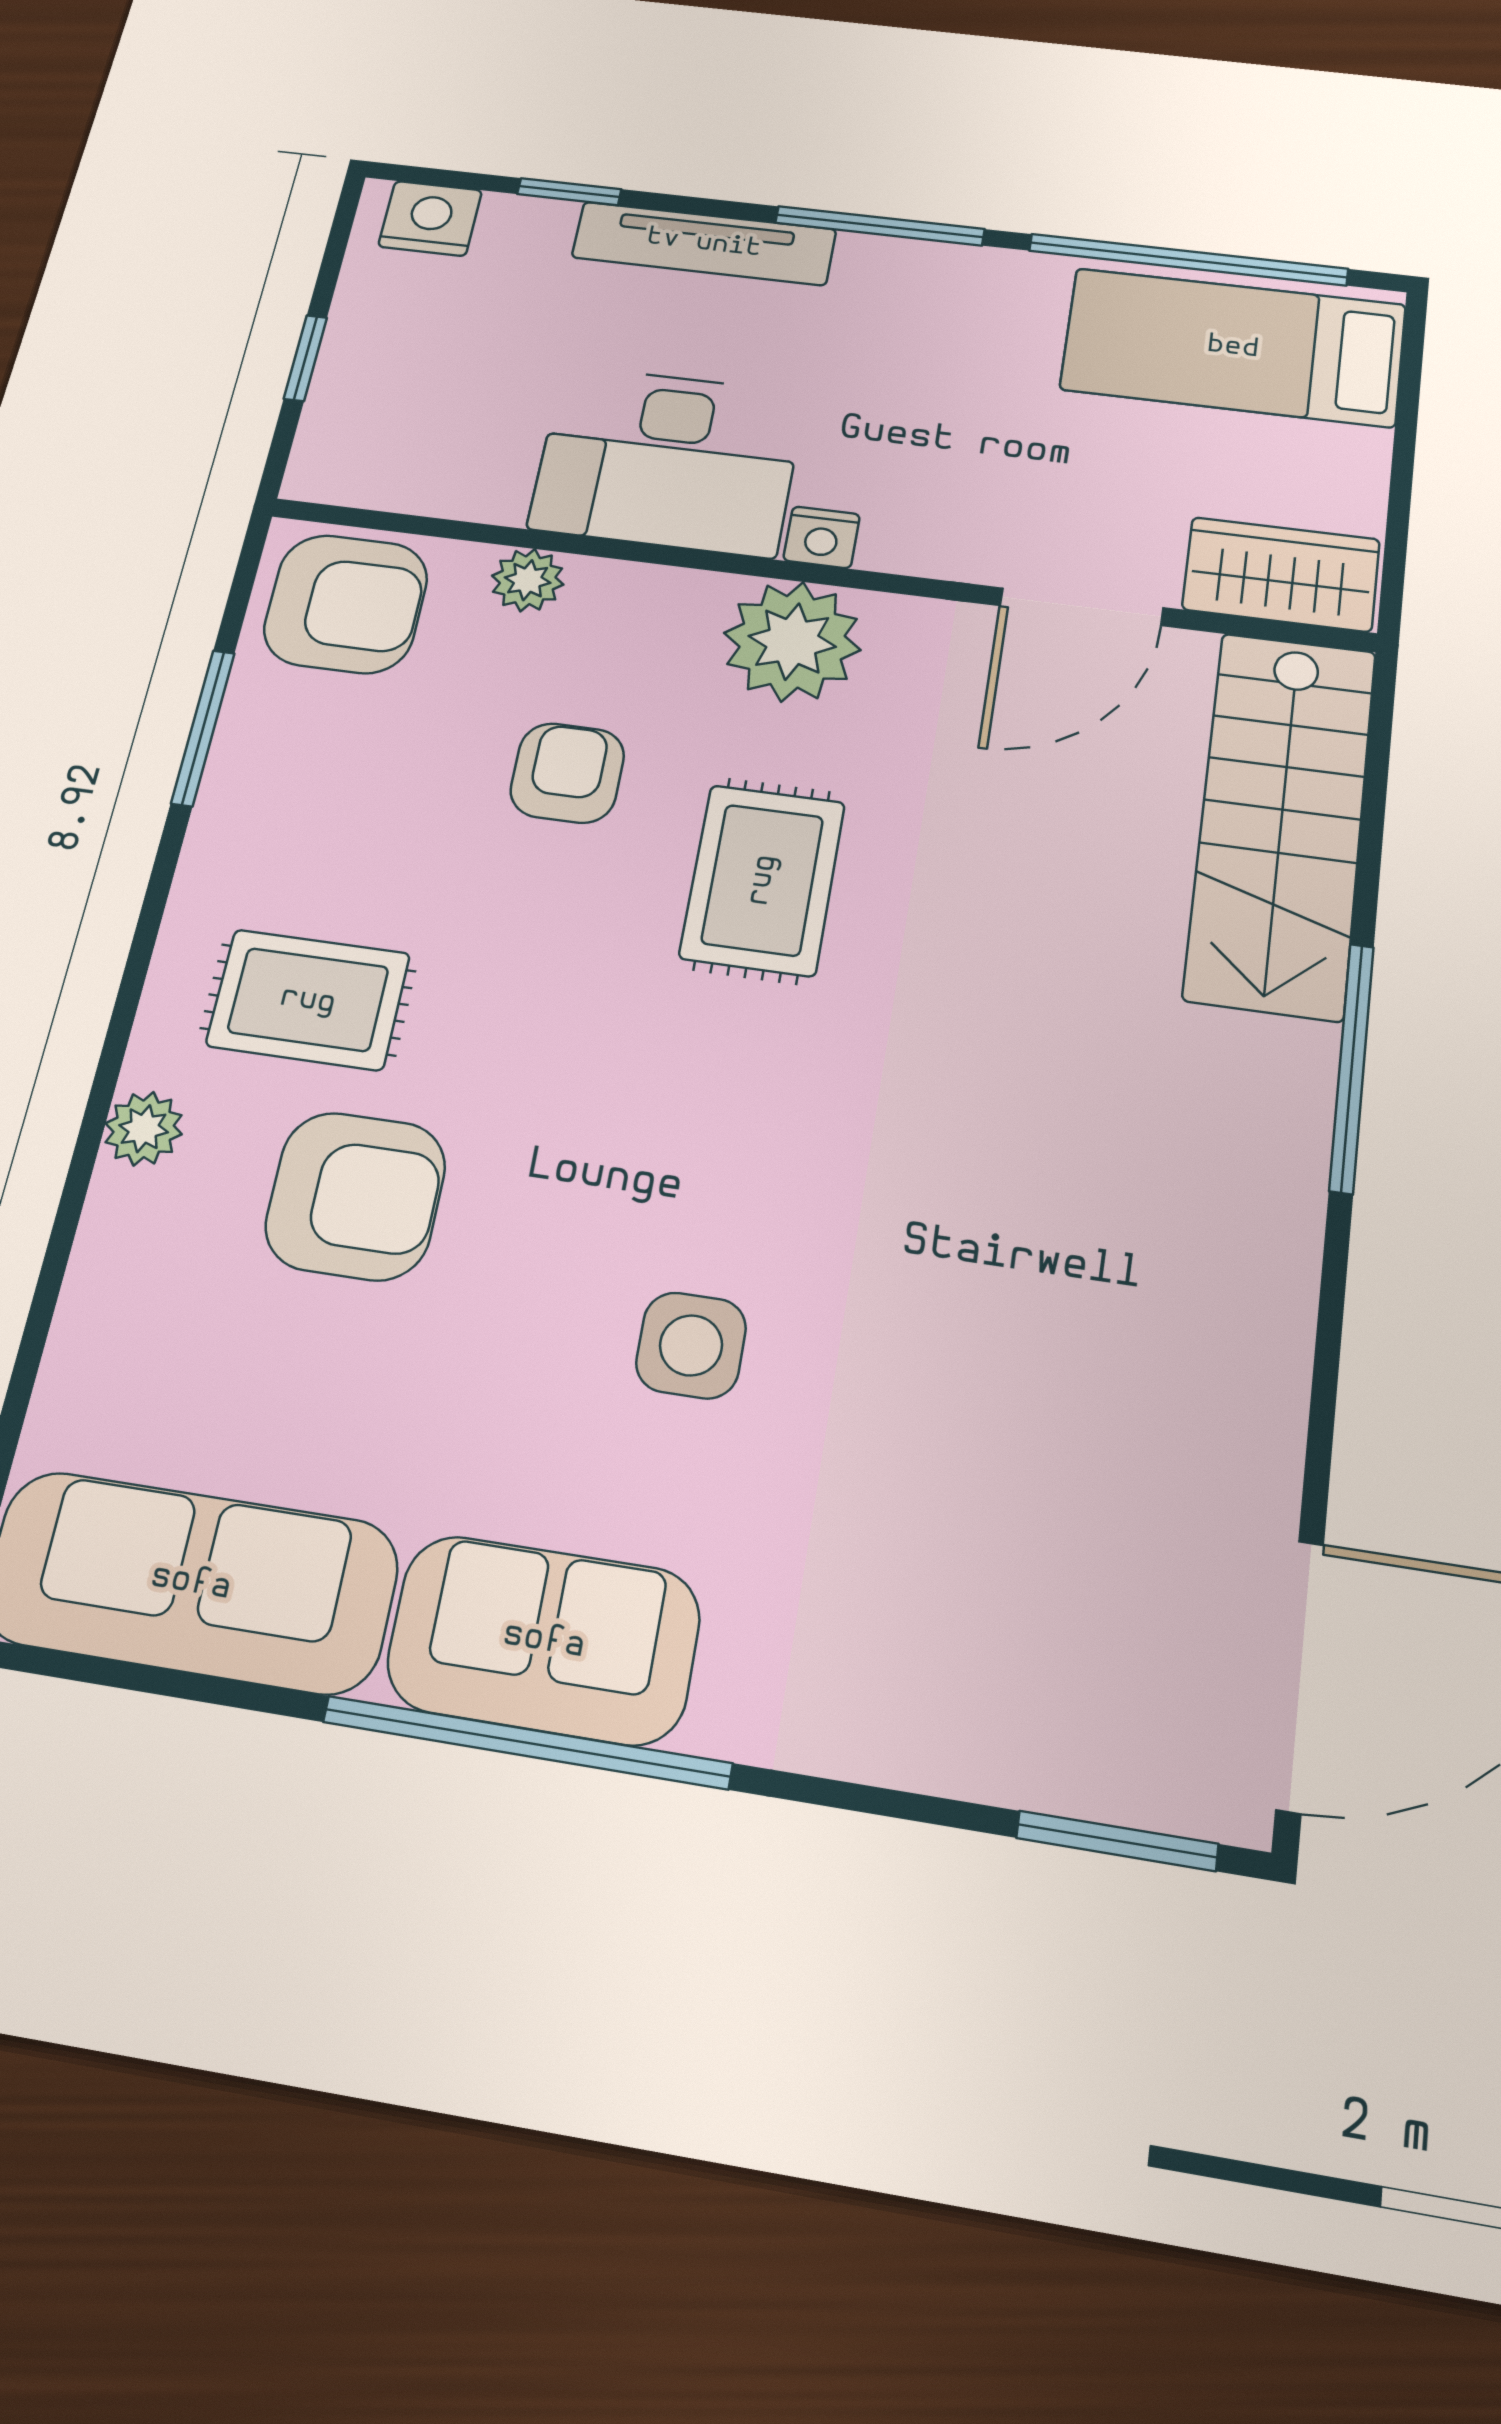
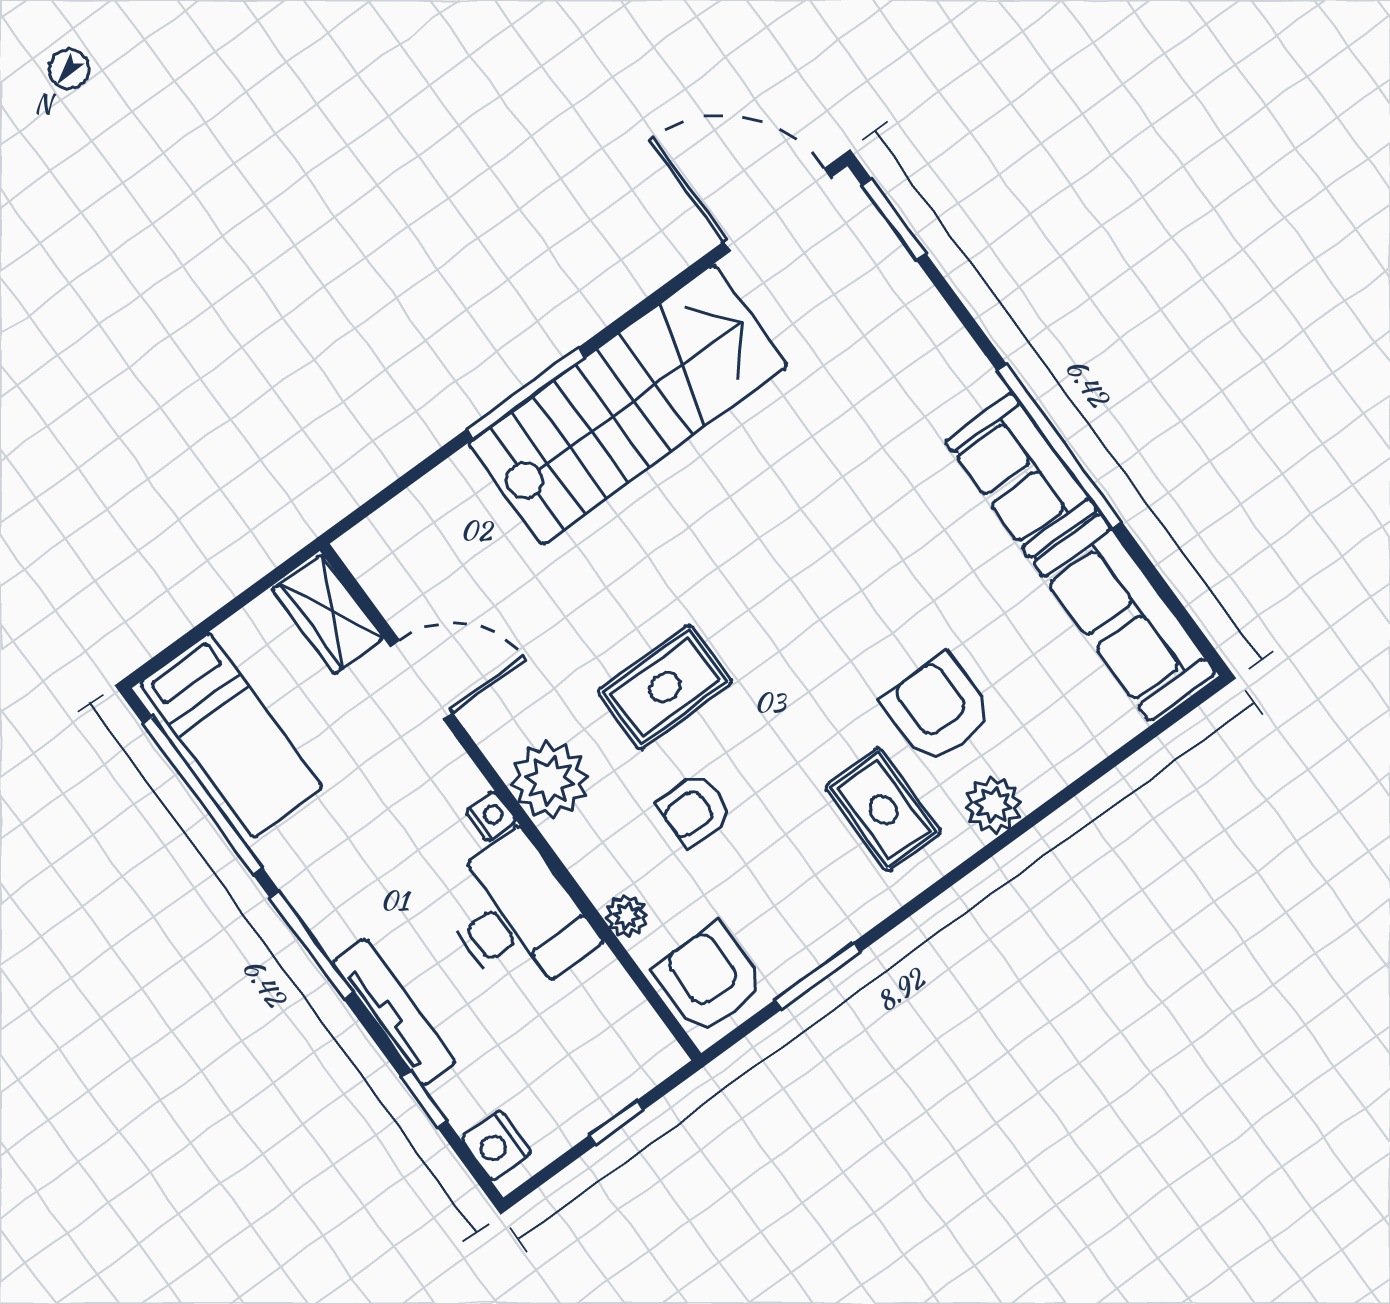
stairs: (1281, 822) -> (628, 405), moved, width x1.36, depth x1.51
plant: (144, 1129) -> (993, 805), width x1.38, depth x1.38
side table: (691, 1345) -> (870, 530), removed

